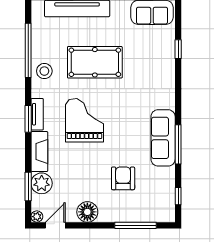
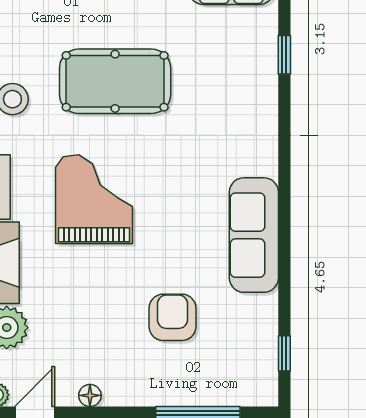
window: (178, 144) -> (284, 248), removed
floor lamp: (87, 212) -> (90, 395), width x0.53, depth x0.53

